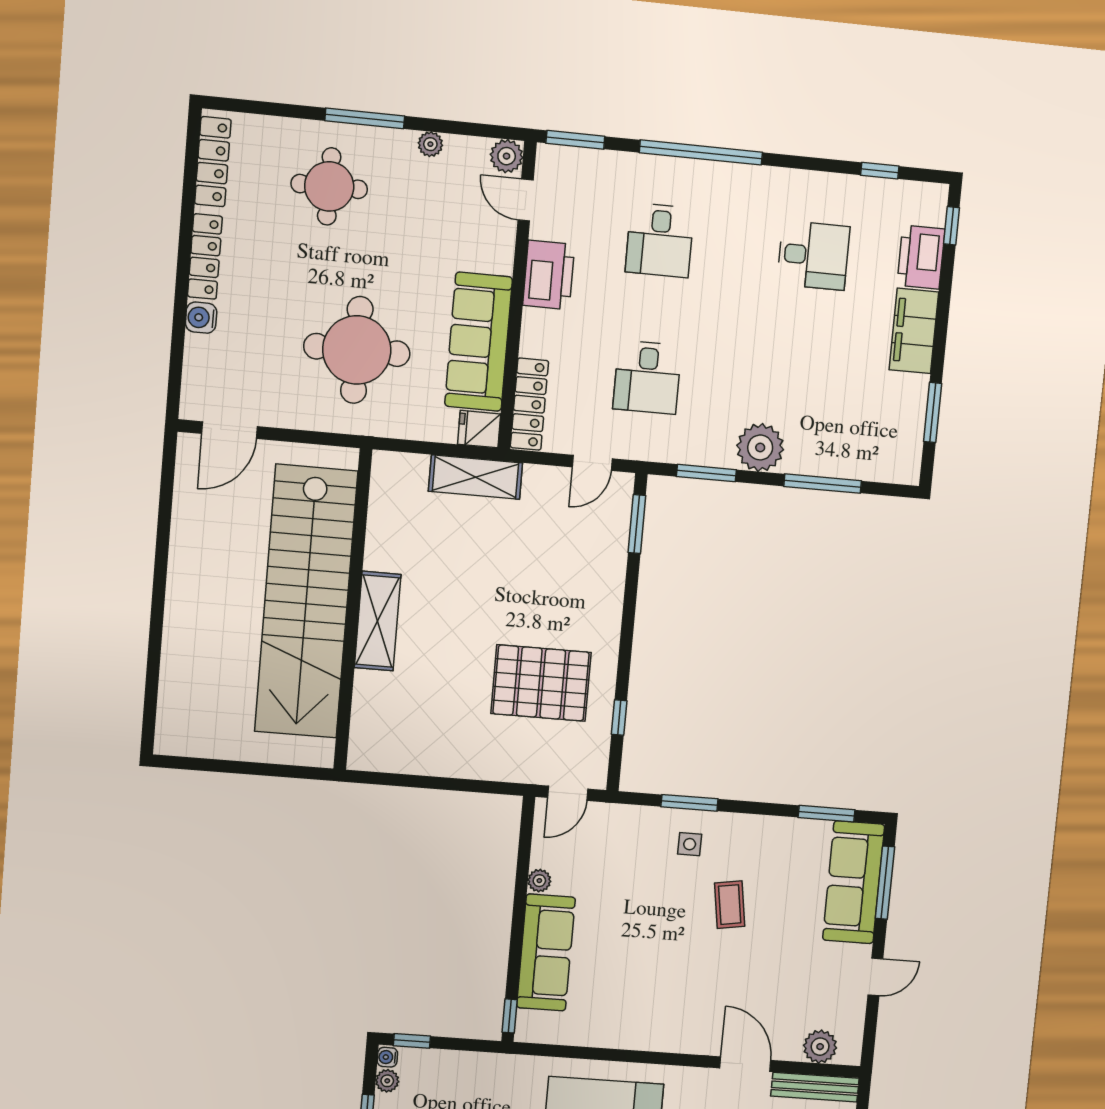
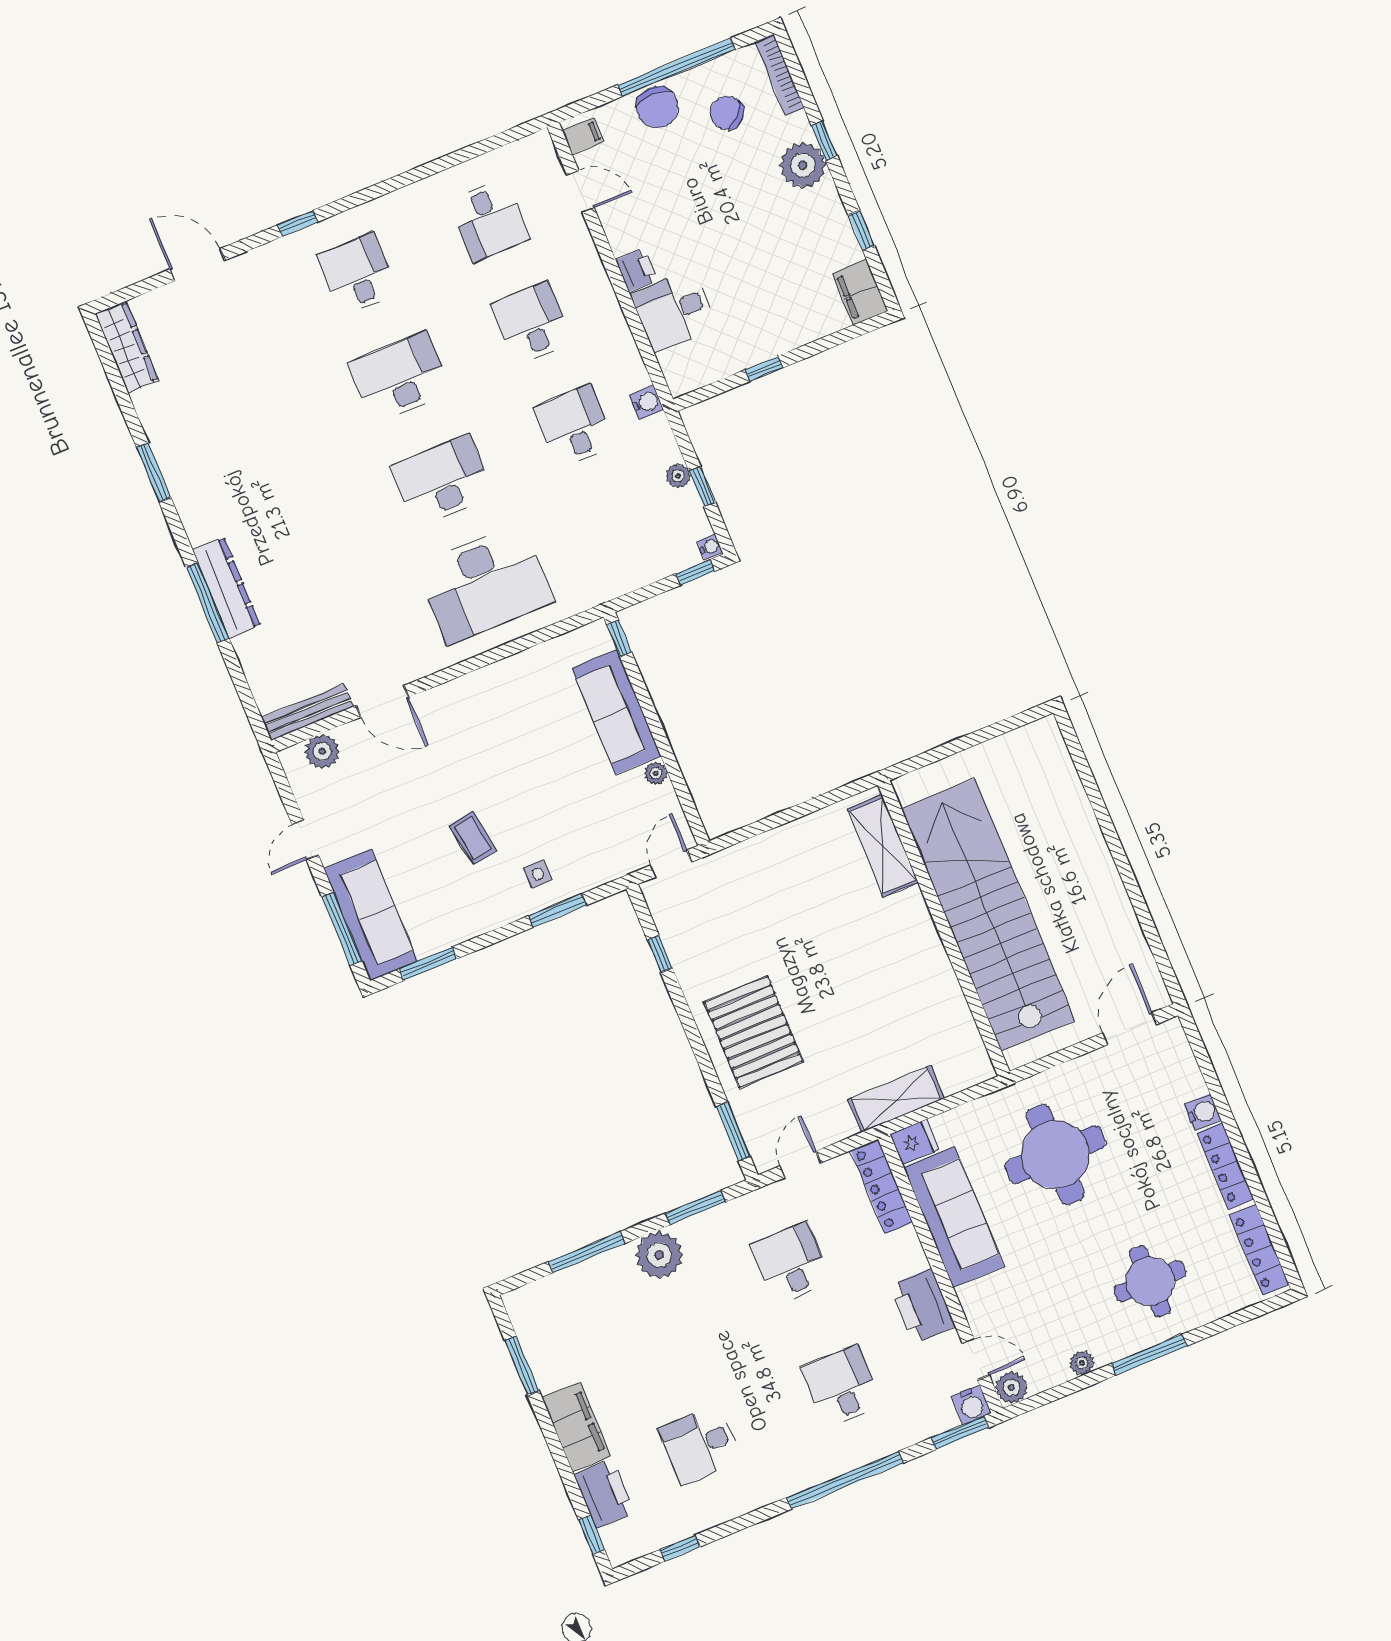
water cooler: (551, 160) -> (971, 1405), added
shelving: (378, 621) -> (883, 846), moved
pallet: (541, 683) -> (753, 1032), moved, turned 90
plant: (387, 1081) -> (699, 525), removed

